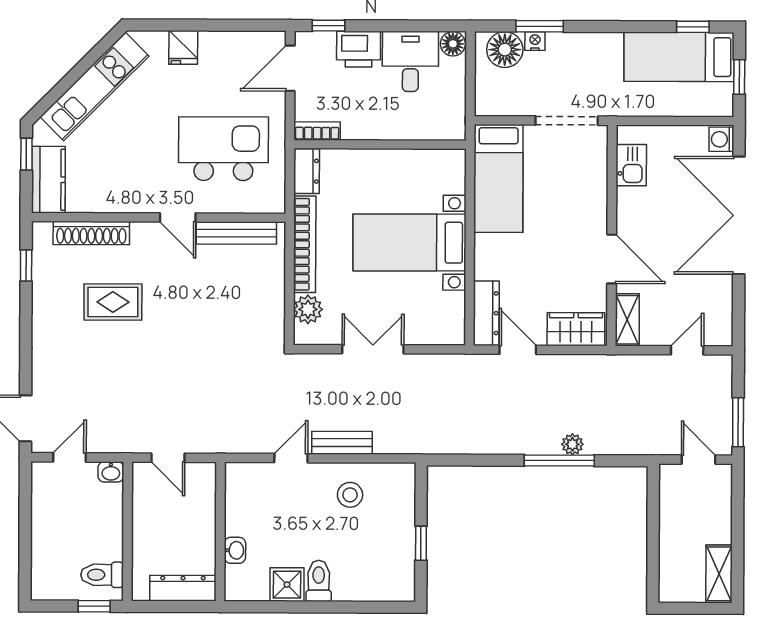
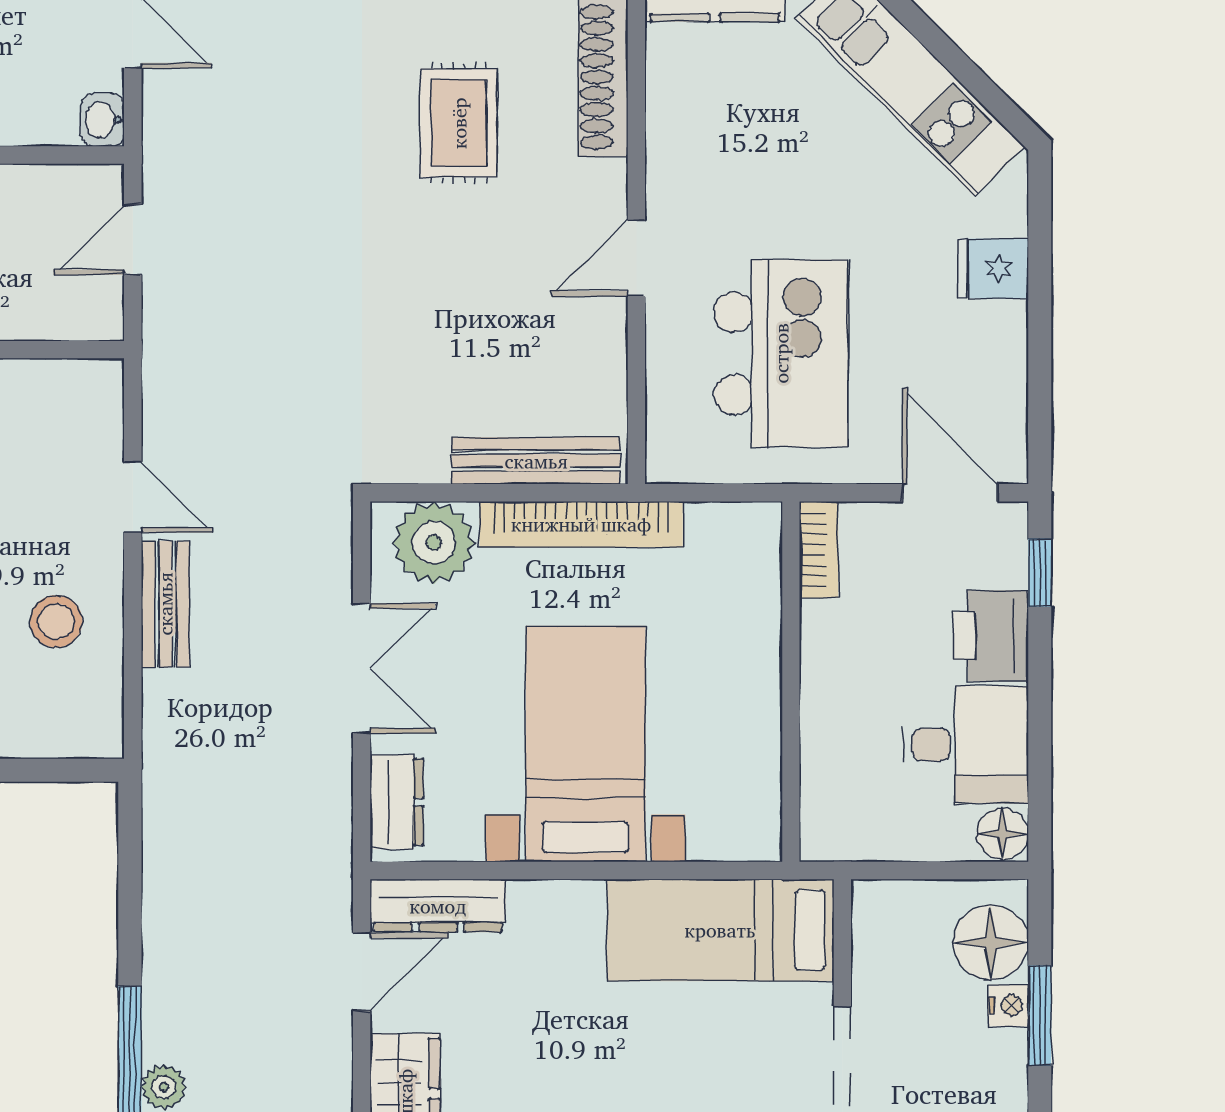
dresser: (307, 171) -> (397, 802), moved, turned -90
bench: (236, 233) -> (536, 461), moved, turned 90
plant: (308, 309) -> (434, 543), width x1.36, depth x1.36

